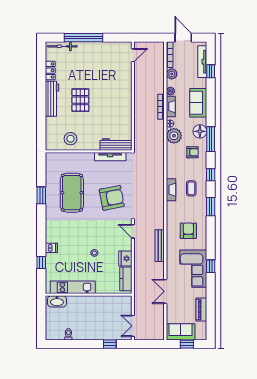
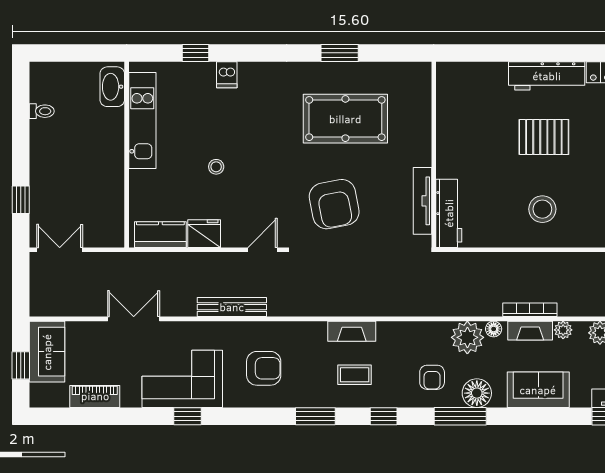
stool: (71, 139) -> (542, 209), moved

